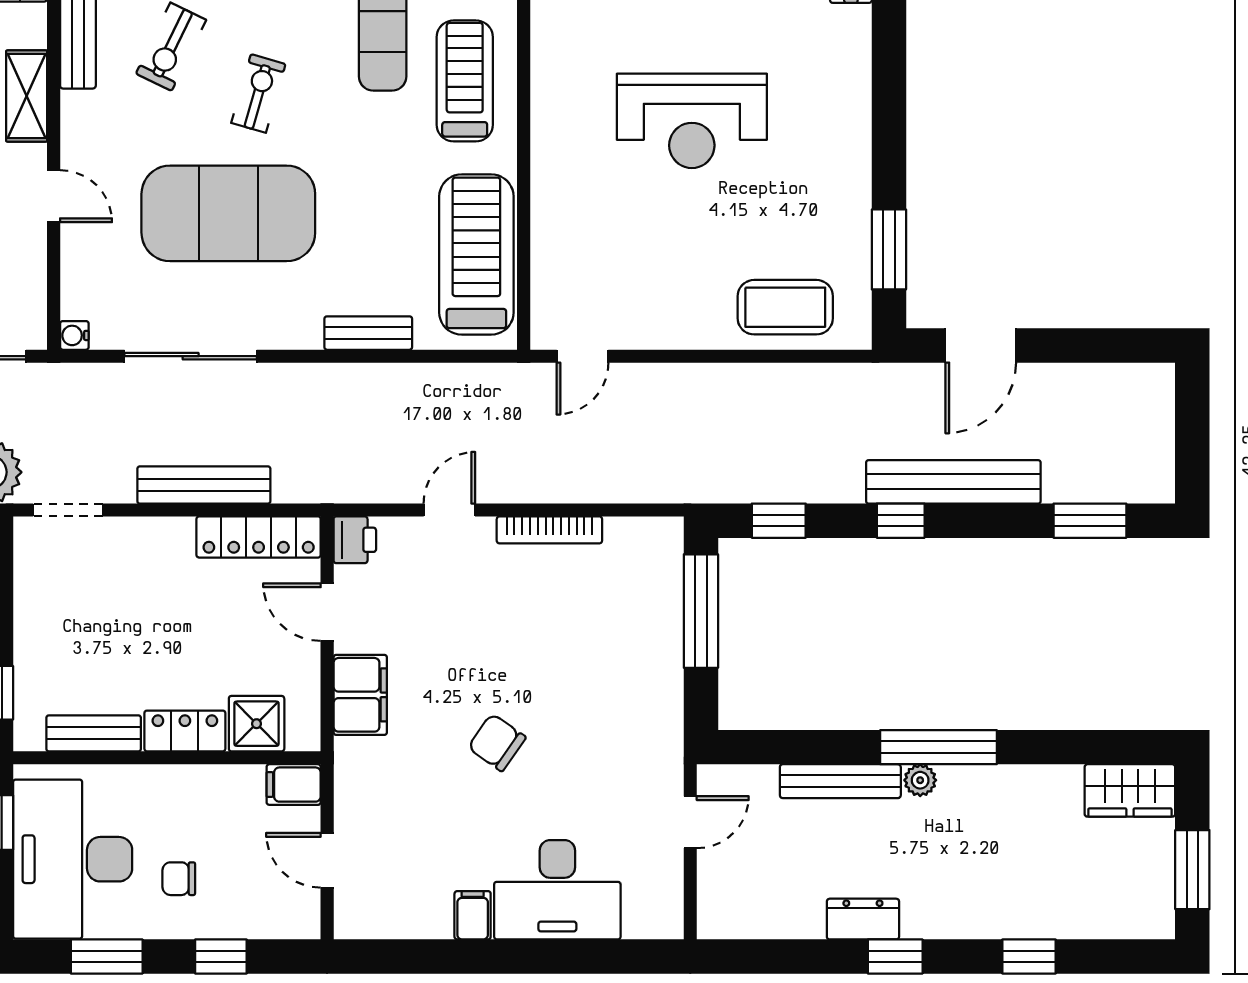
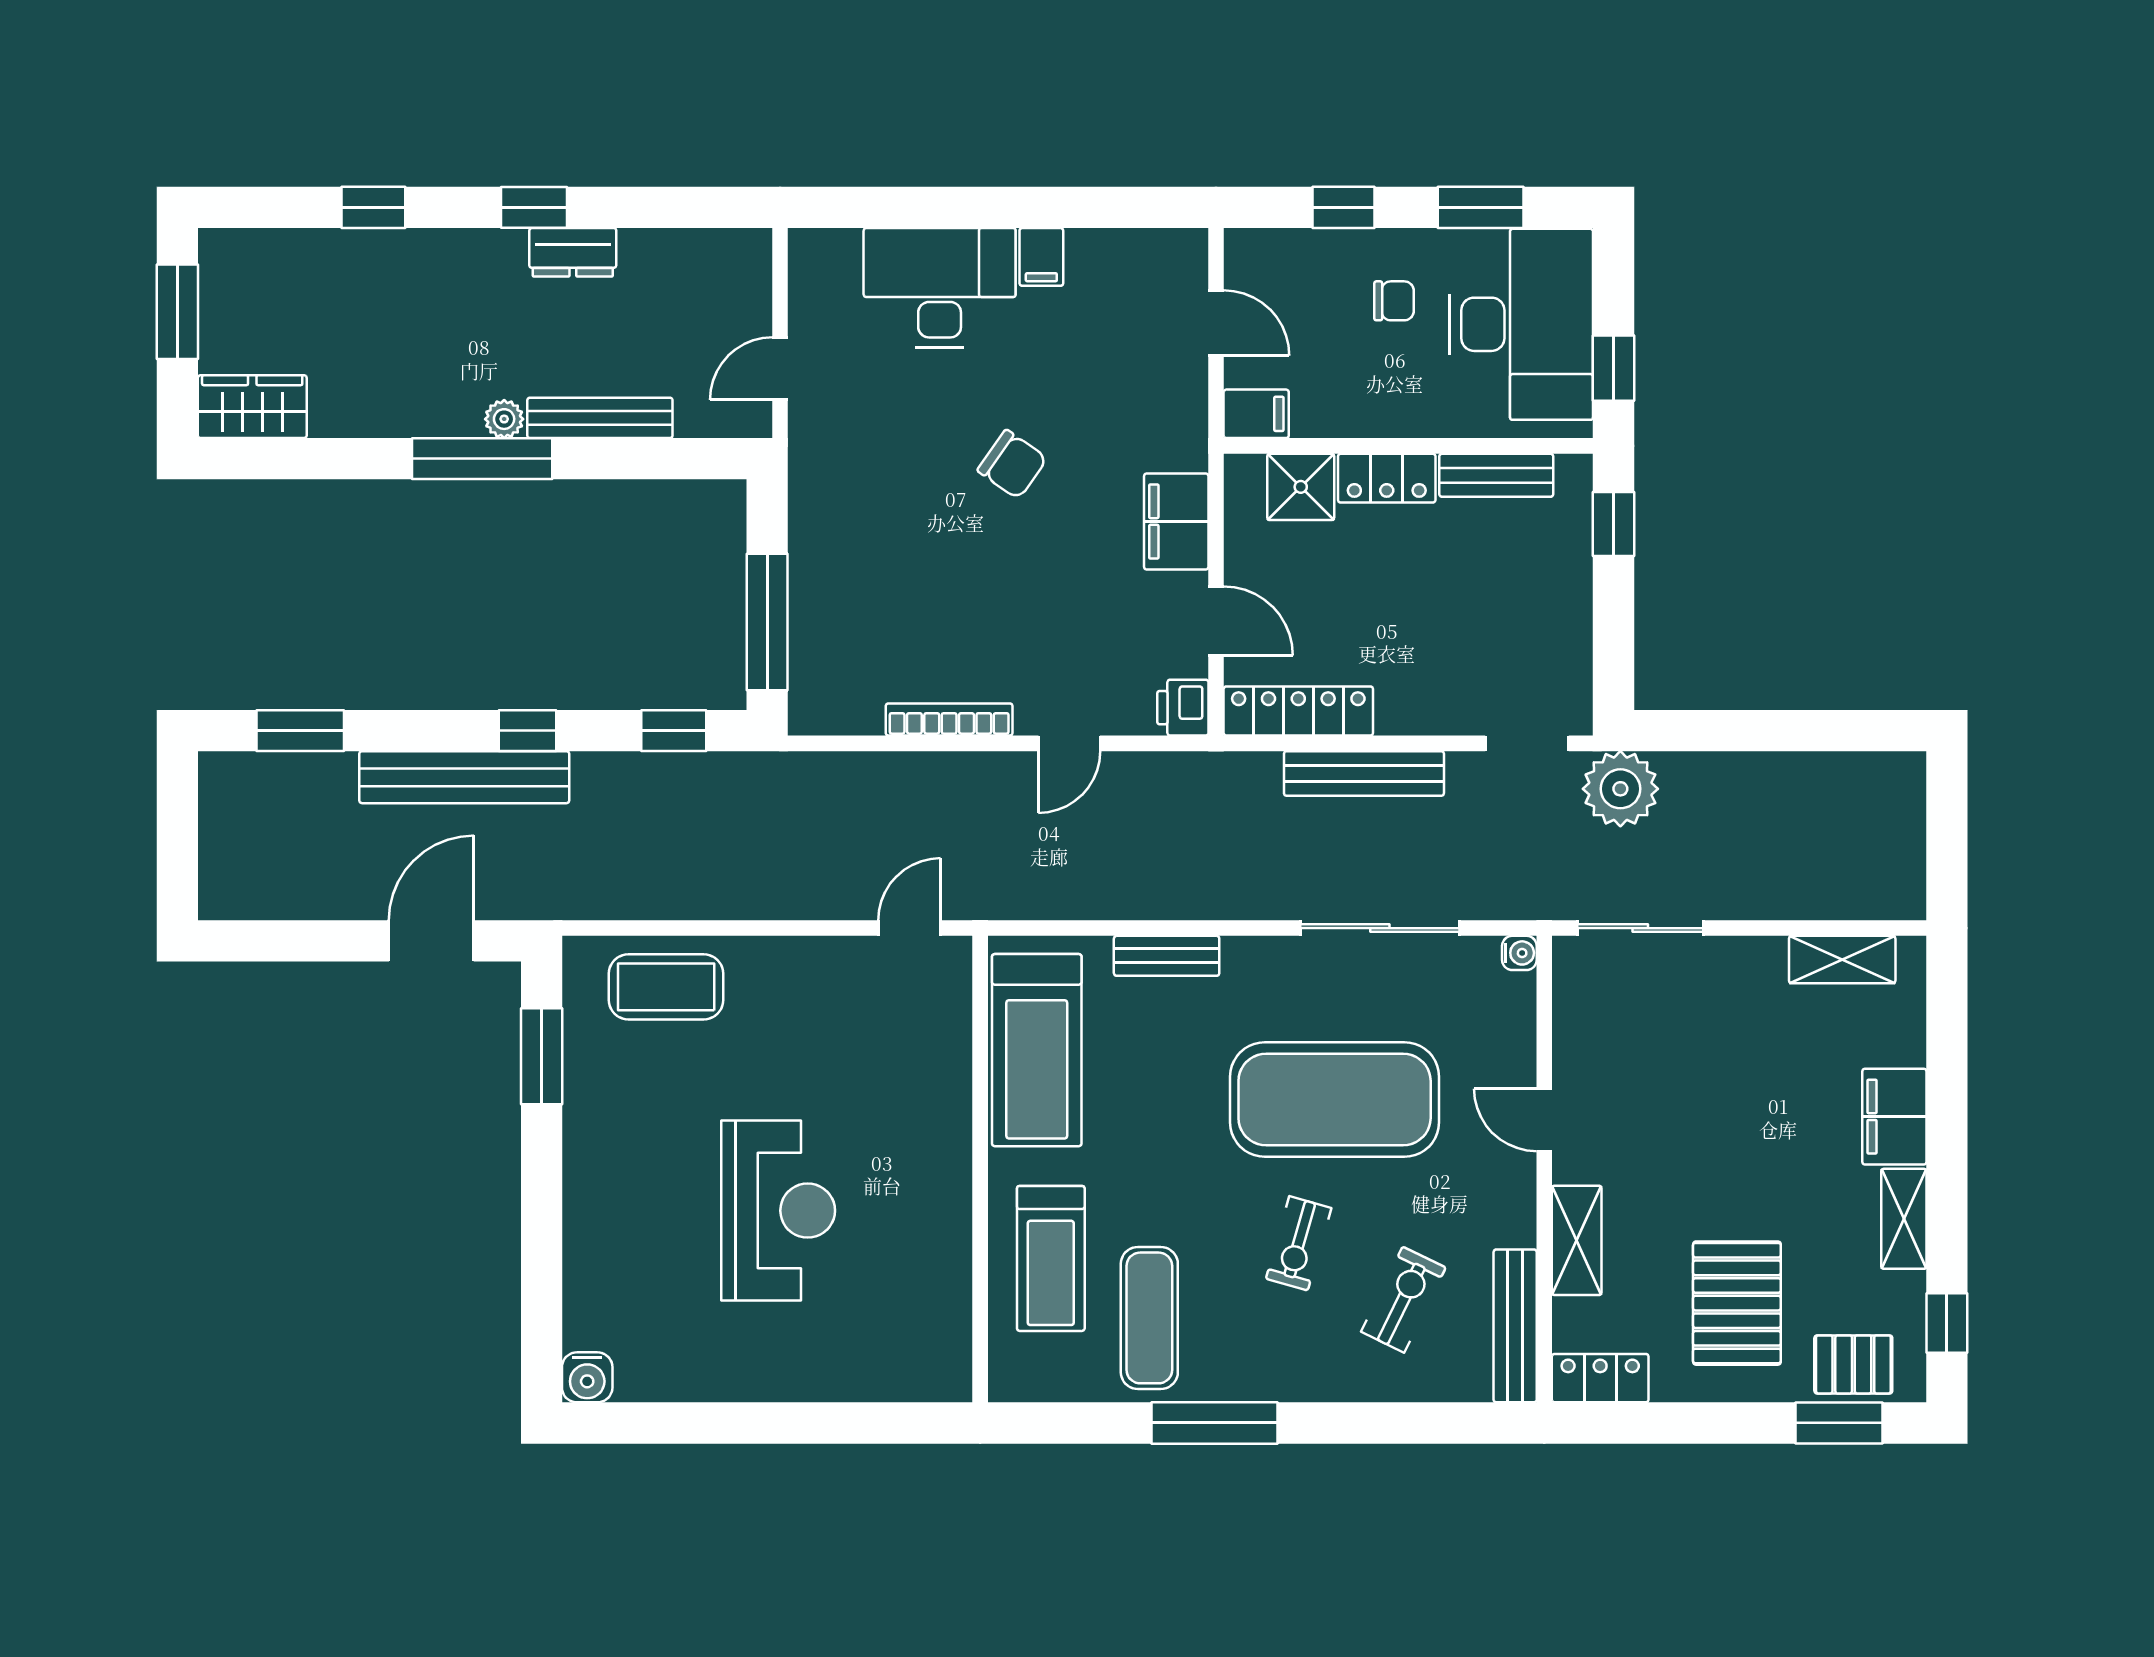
reception desk: (692, 121) -> (778, 1211), turned 90

